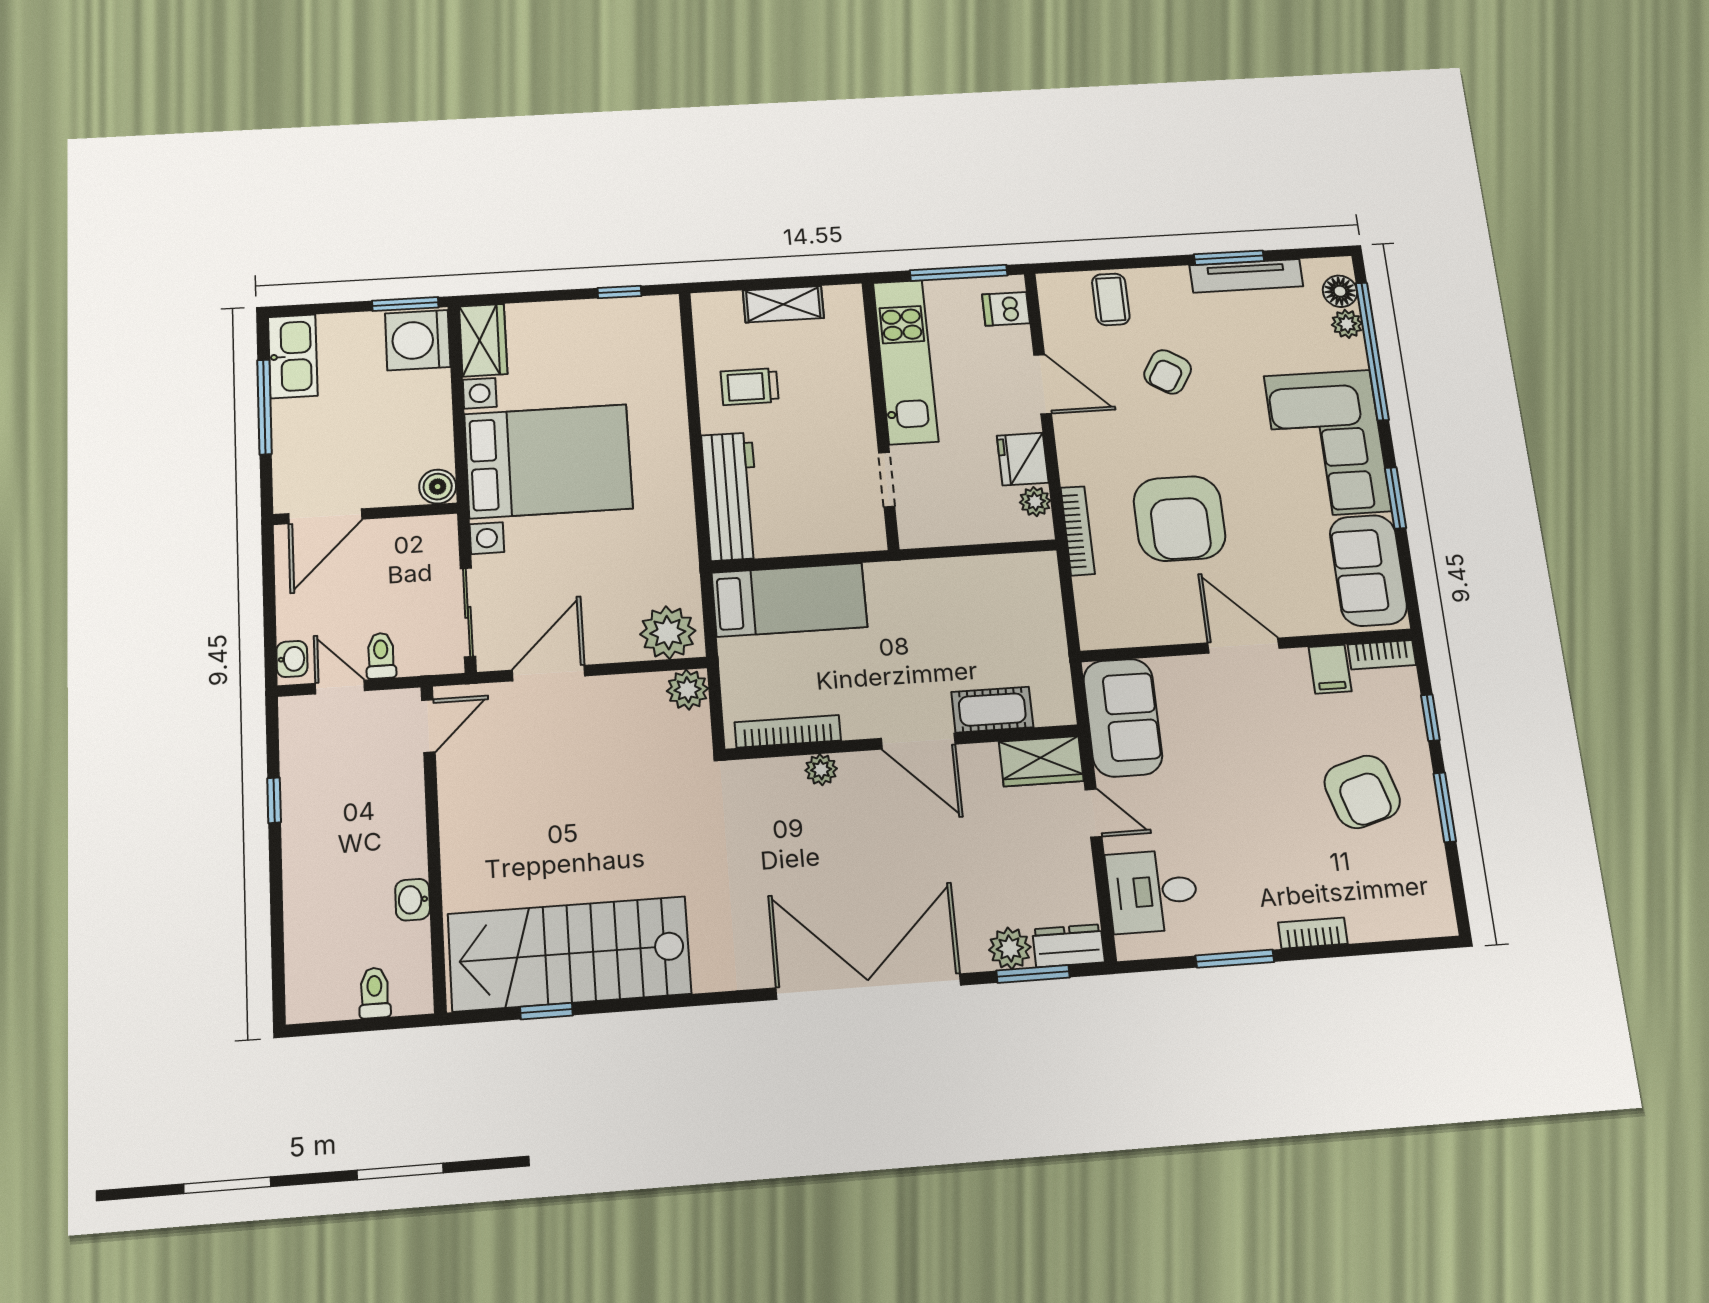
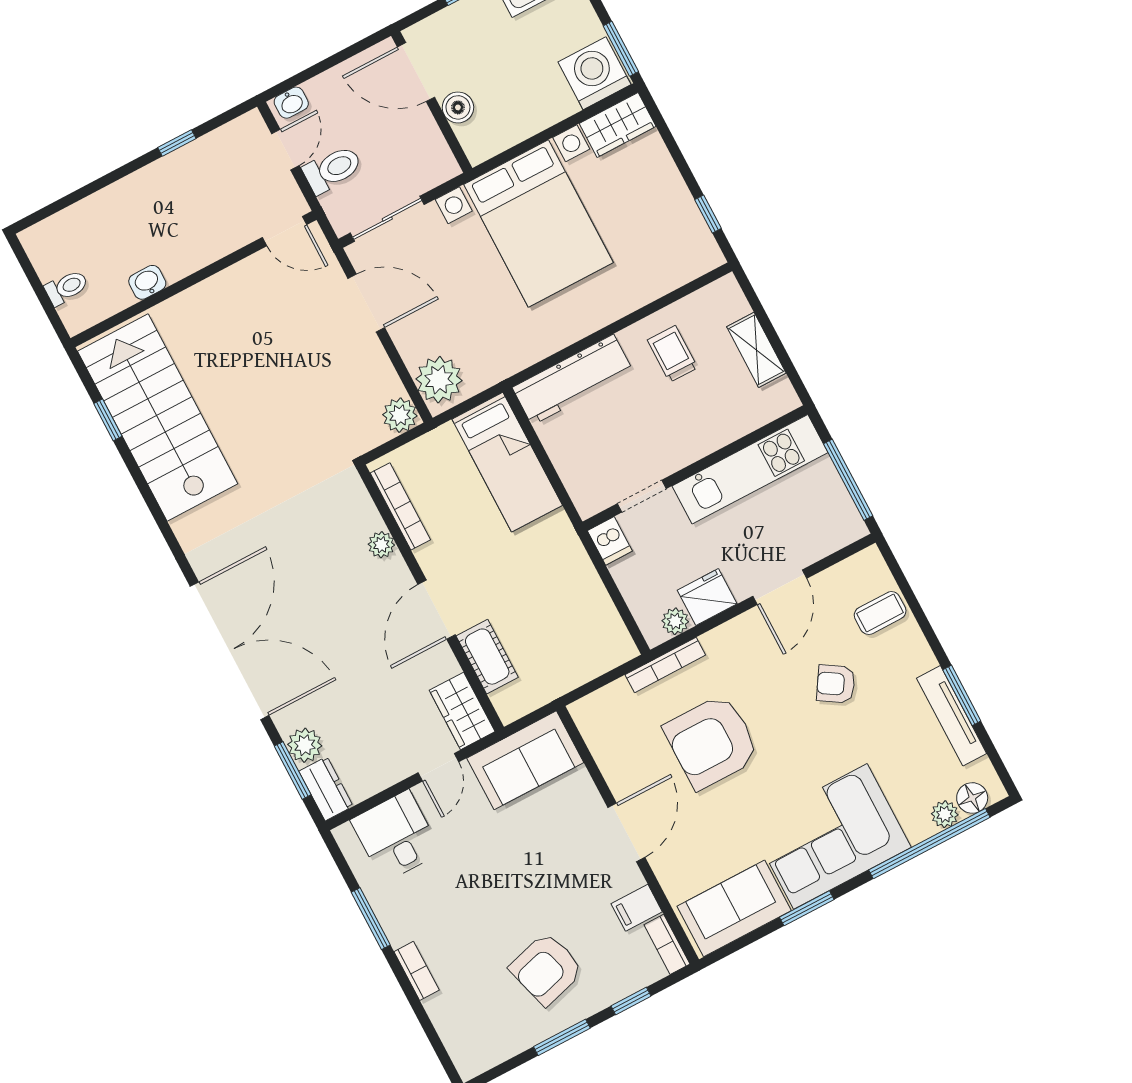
dishwasher: (1006, 309) -> (610, 541), moved, turned 180
boiler: (438, 487) -> (458, 107), moved
toilet: (381, 656) -> (333, 169), width x1.37, depth x1.39

